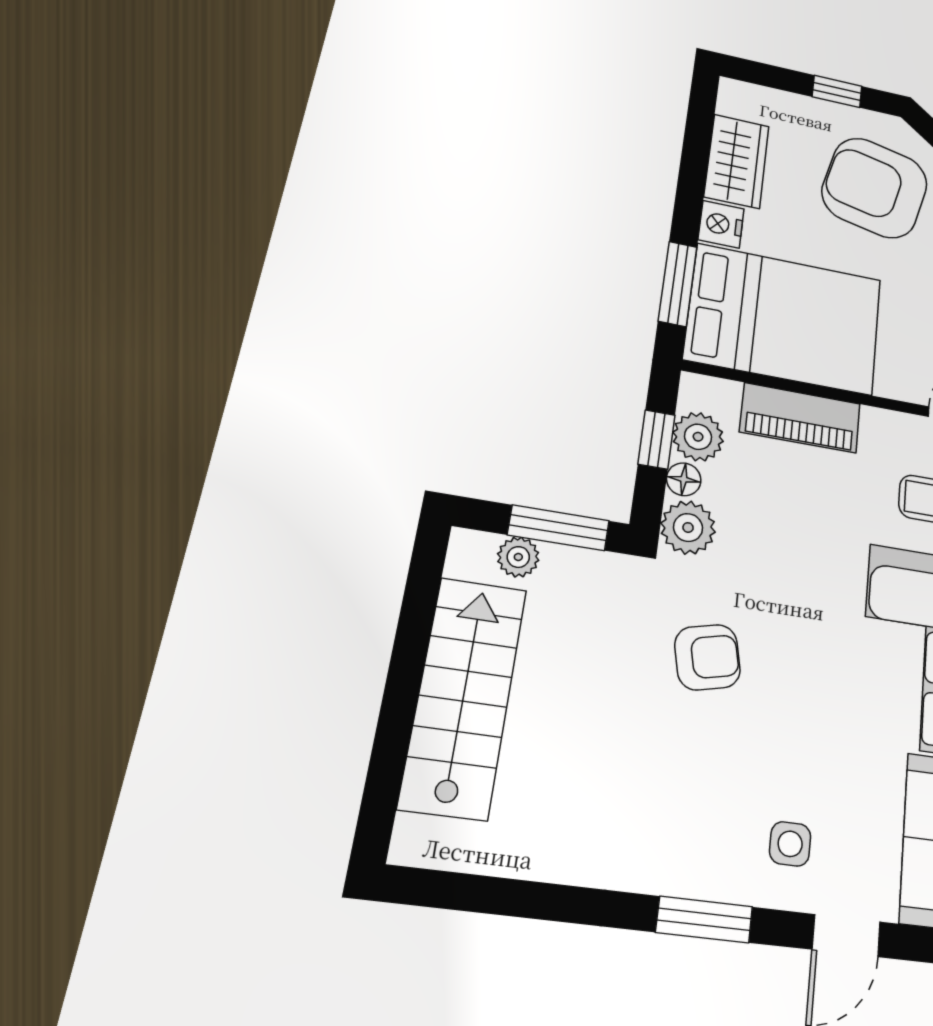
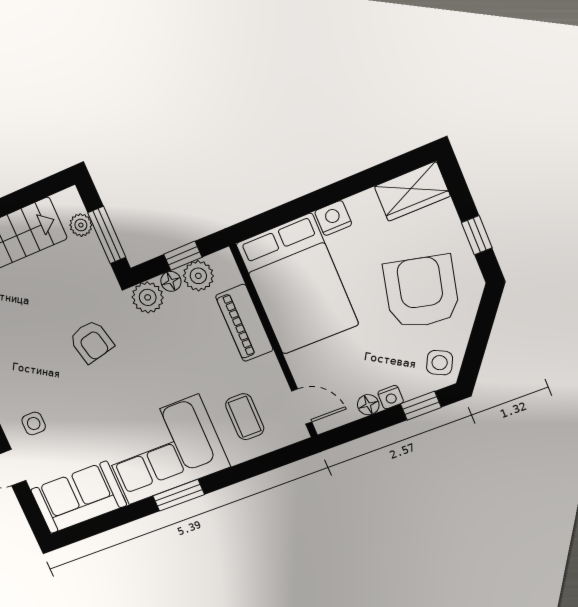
wardrobe: (737, 161) -> (412, 191), moved
window: (678, 284) -> (279, 216), removed

